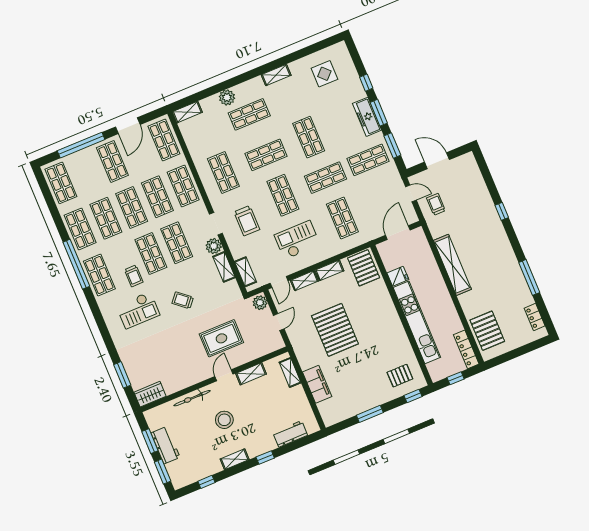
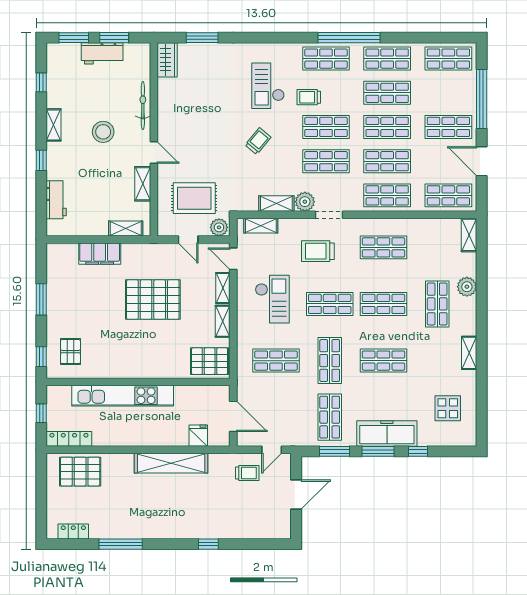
freezer: (367, 117) -> (387, 434), width x1.36, depth x1.26
shop shelf: (266, 155) -> (383, 304), turned 90
fridge: (398, 276) -> (198, 436), moved, turned 180
rug: (221, 338) -> (194, 198), moved, turned 90

